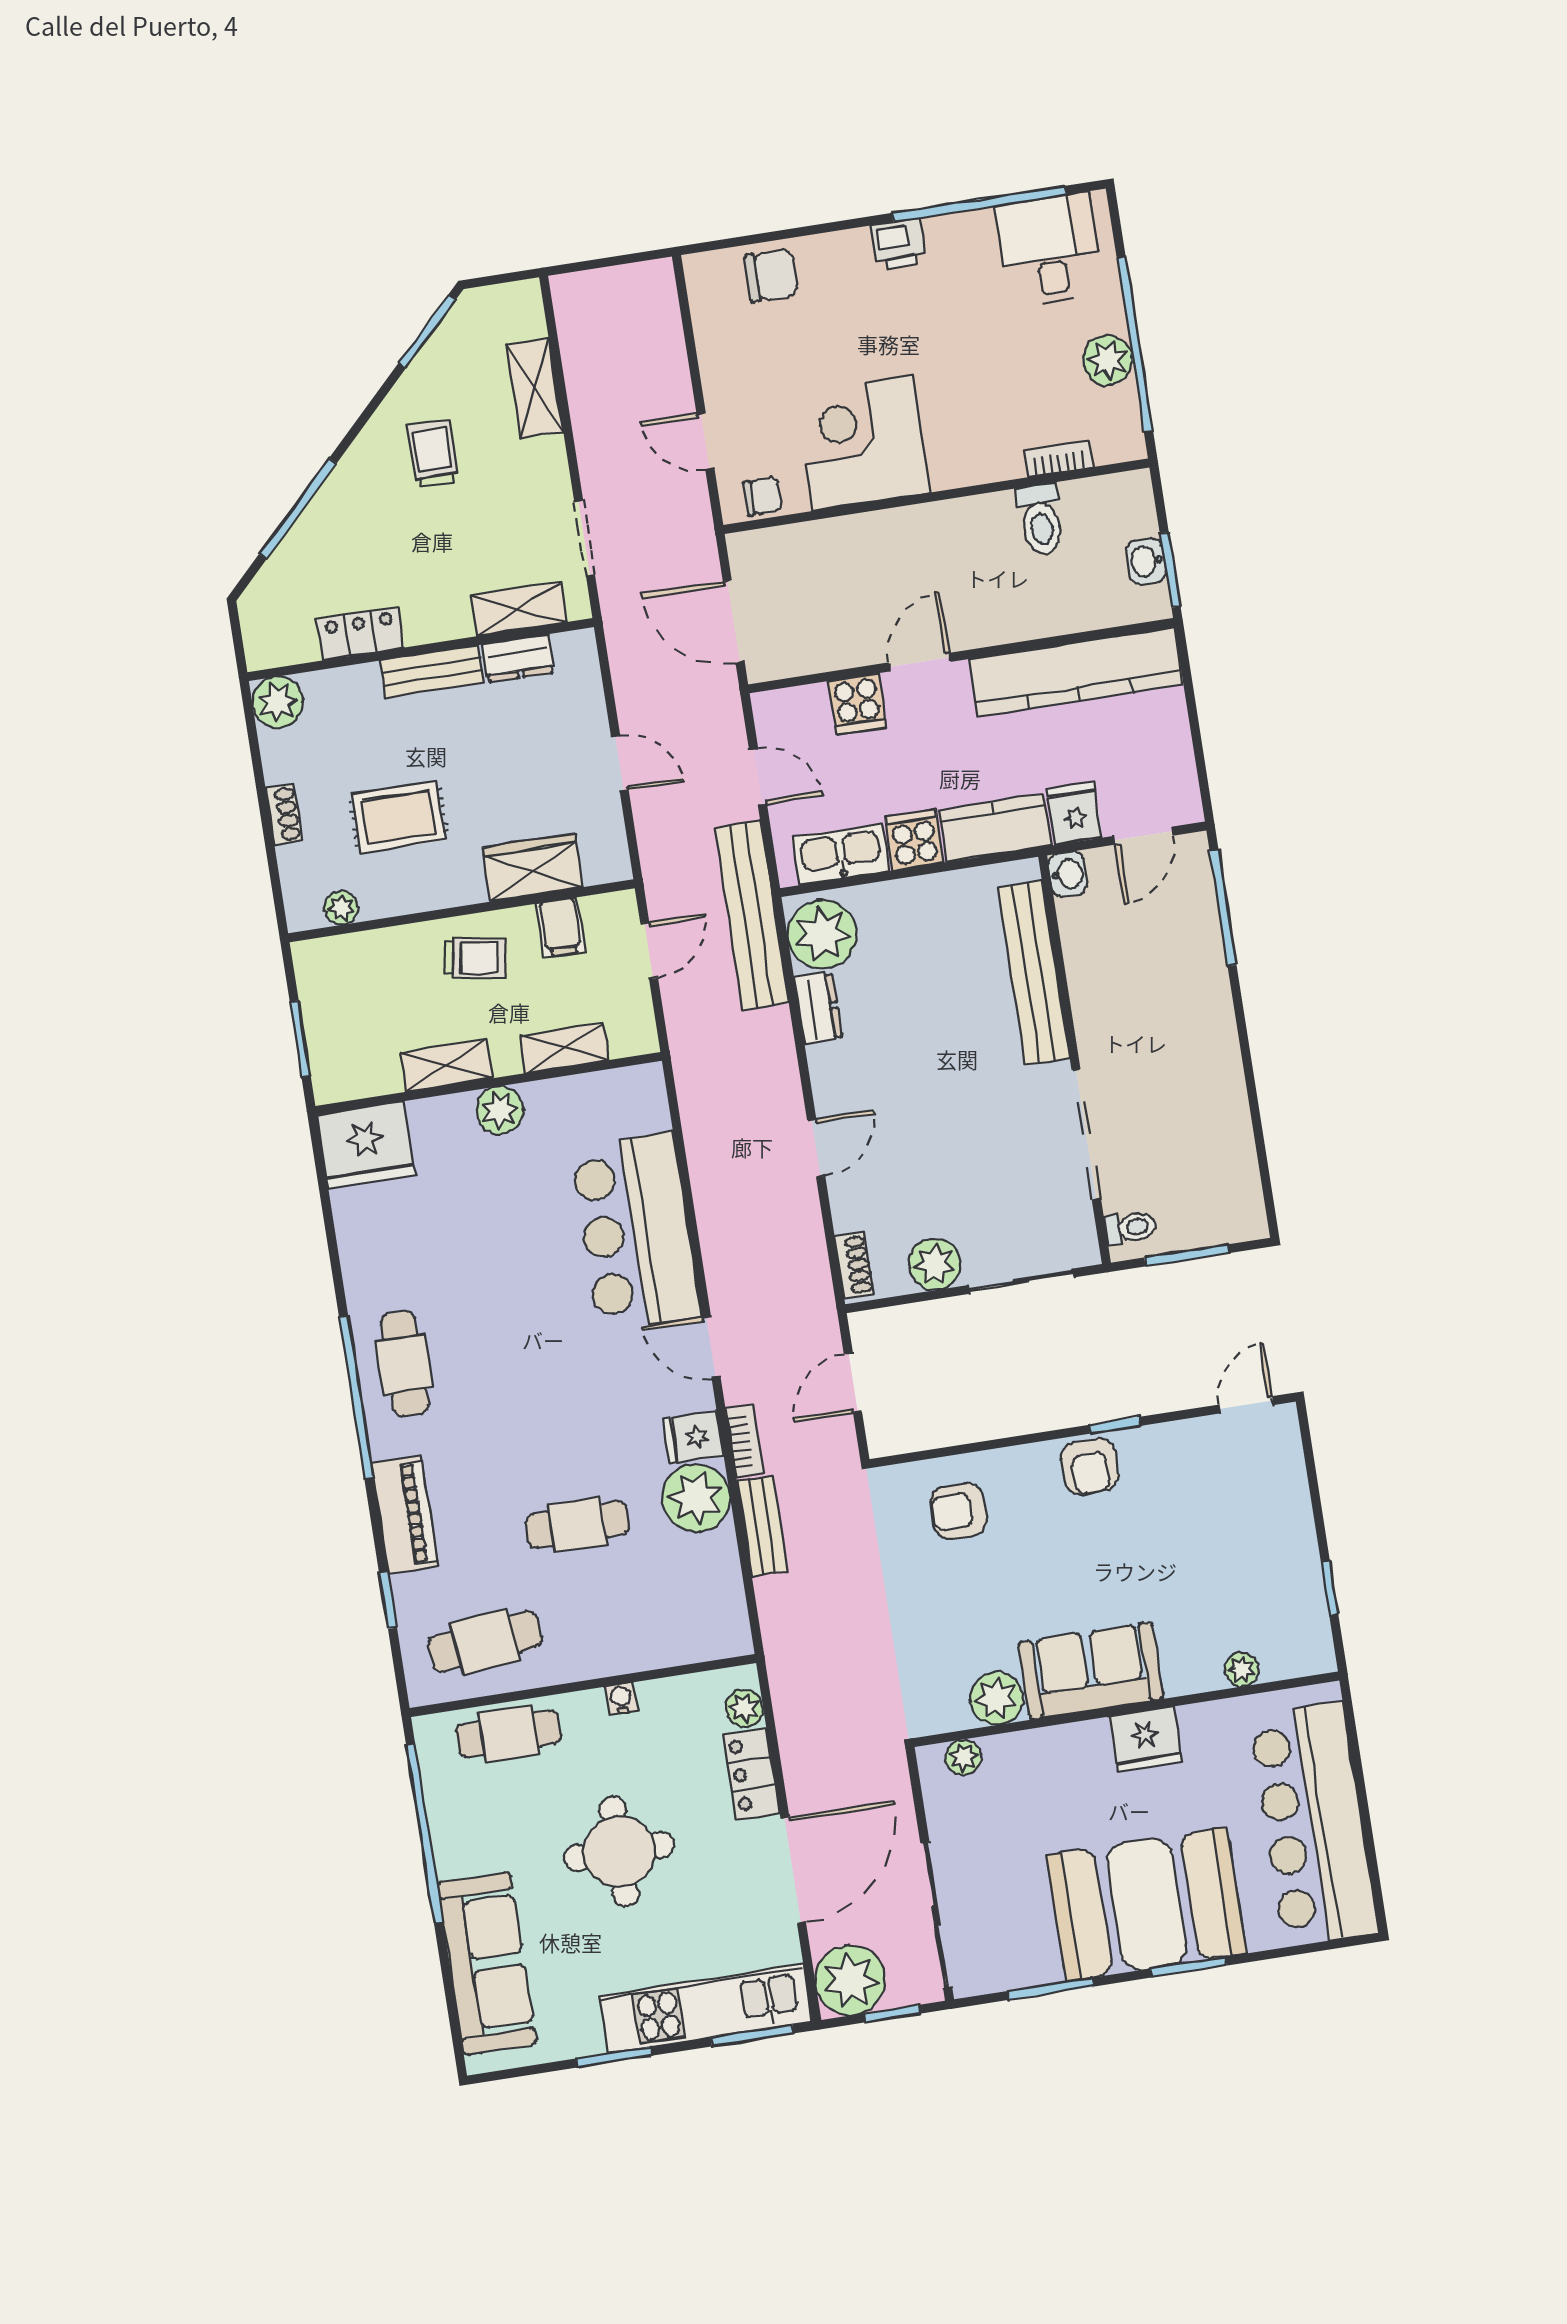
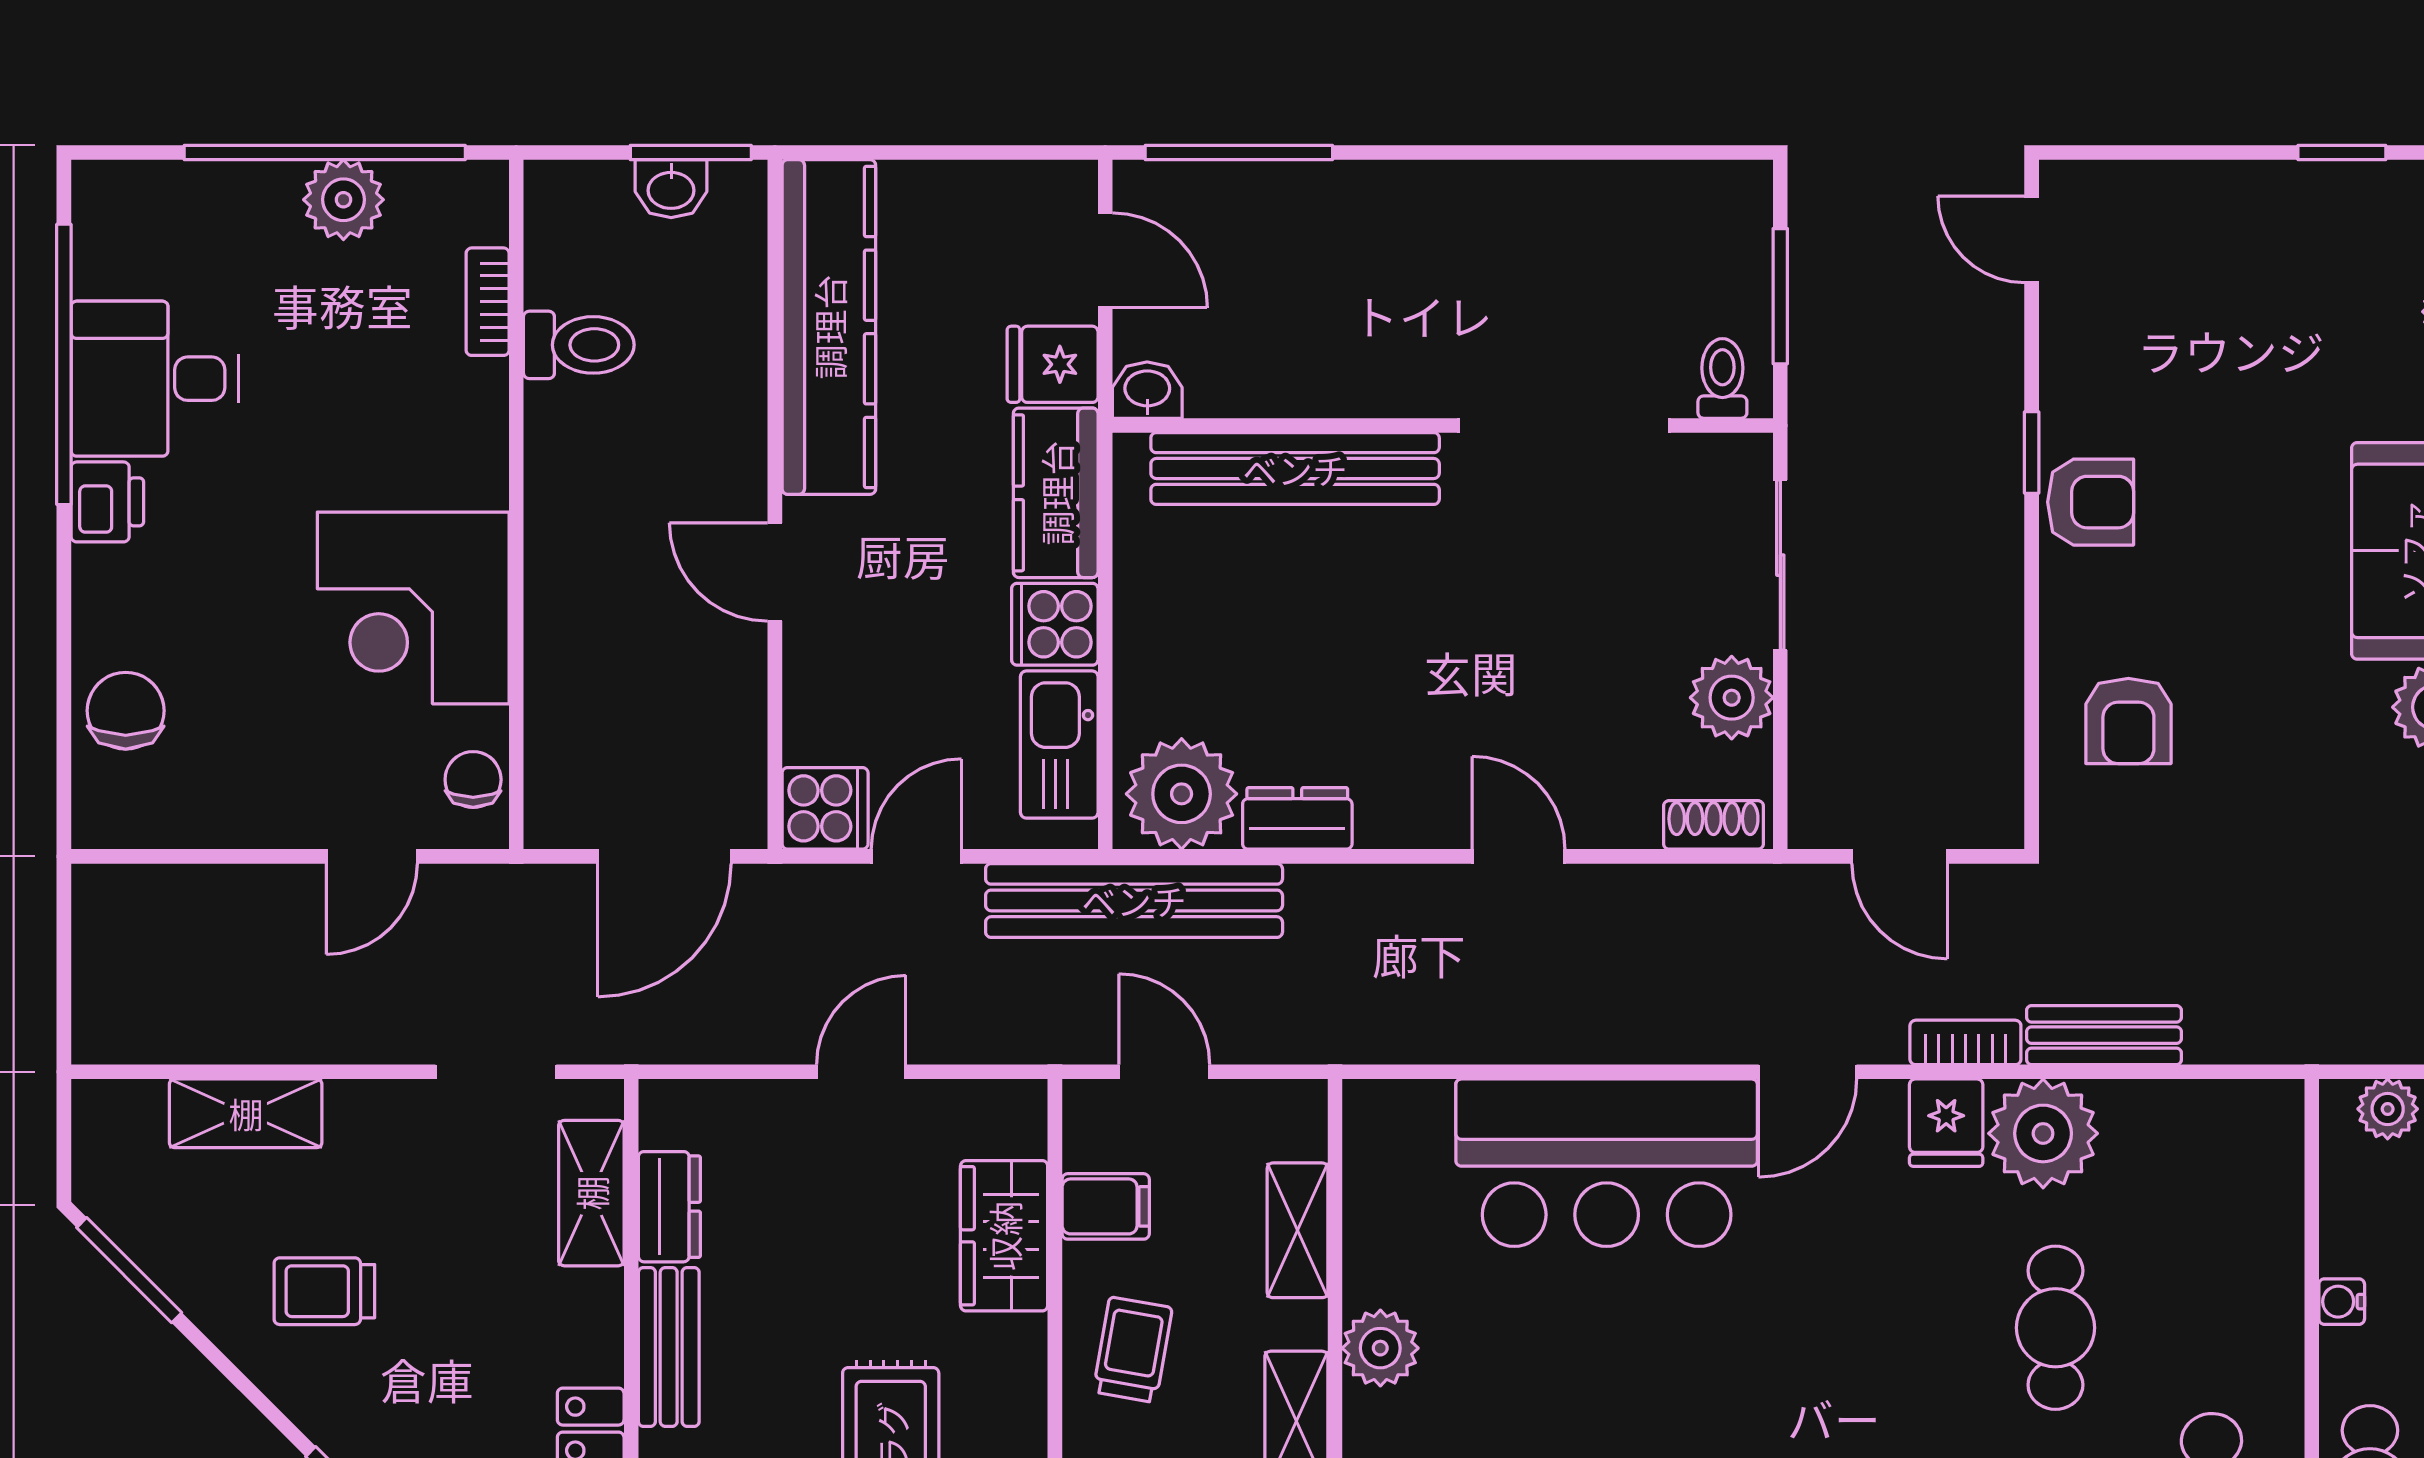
desk: (1050, 250) -> (155, 379), moved
cooker: (857, 704) -> (825, 808), moved

